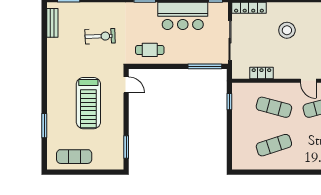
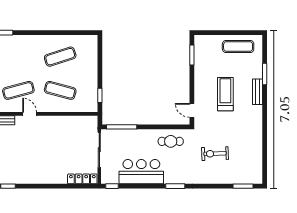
bench: (52, 23) -> (258, 92), moved
stool: (287, 30) -> (49, 159), removed
locker: (261, 73) -> (71, 121), removed
treadmill: (88, 103) -> (225, 94), width x0.73, depth x0.73

